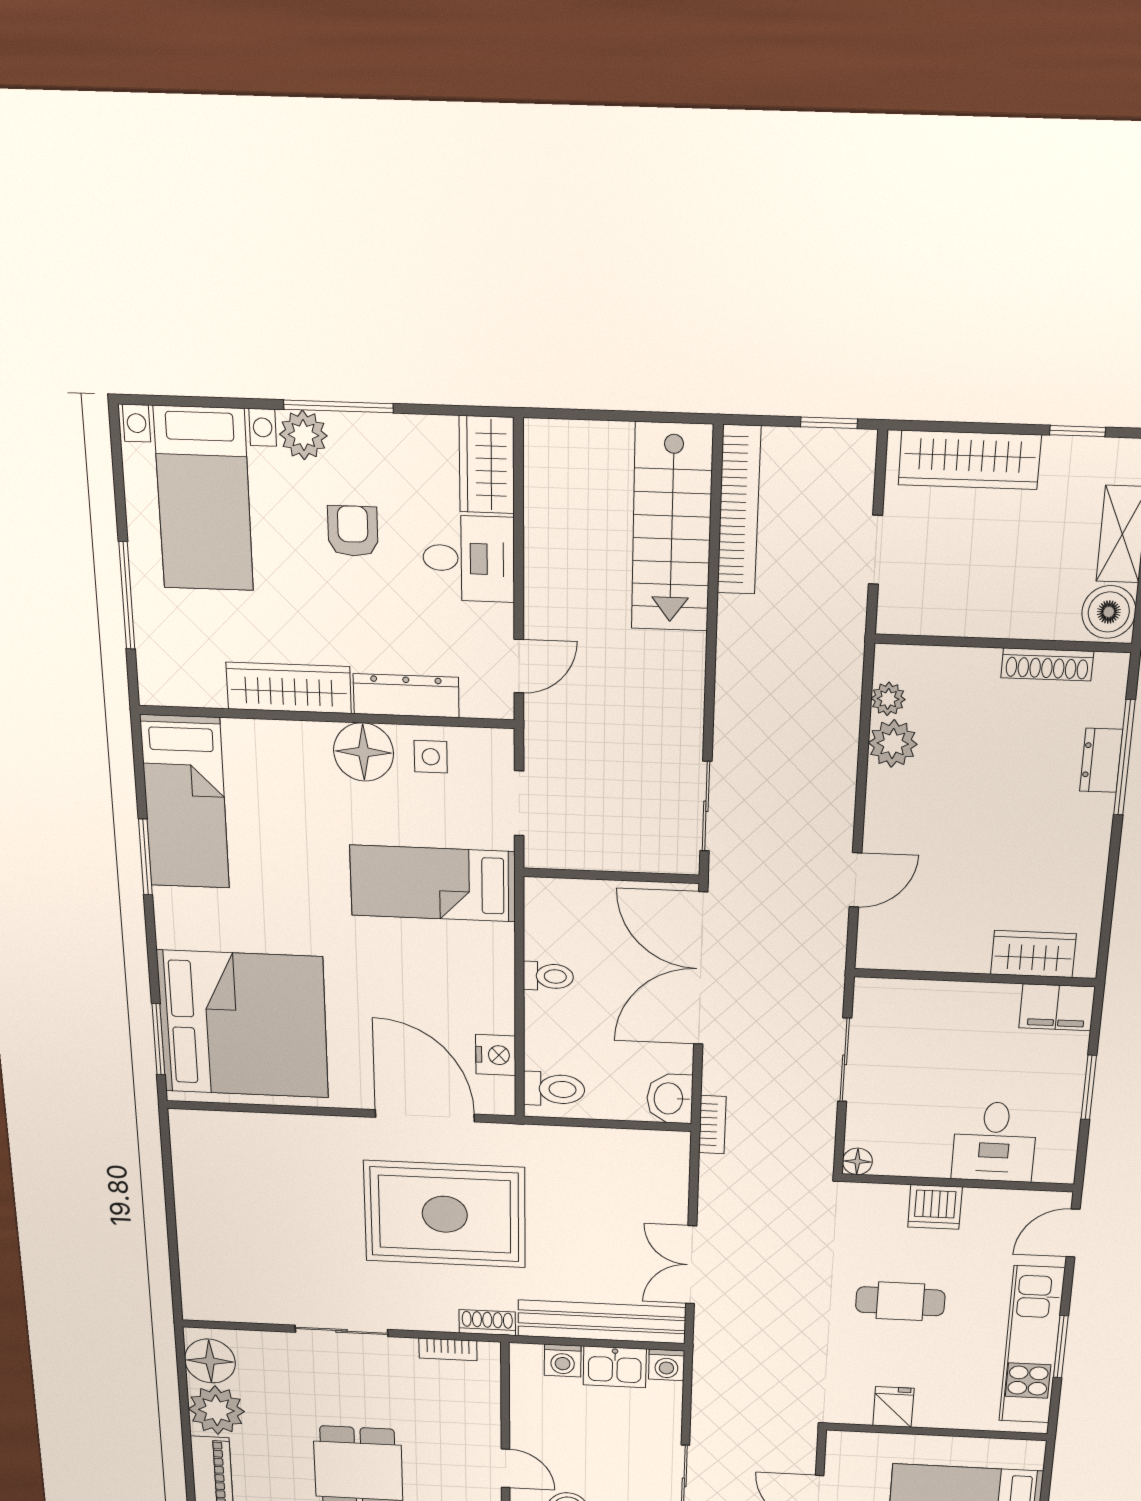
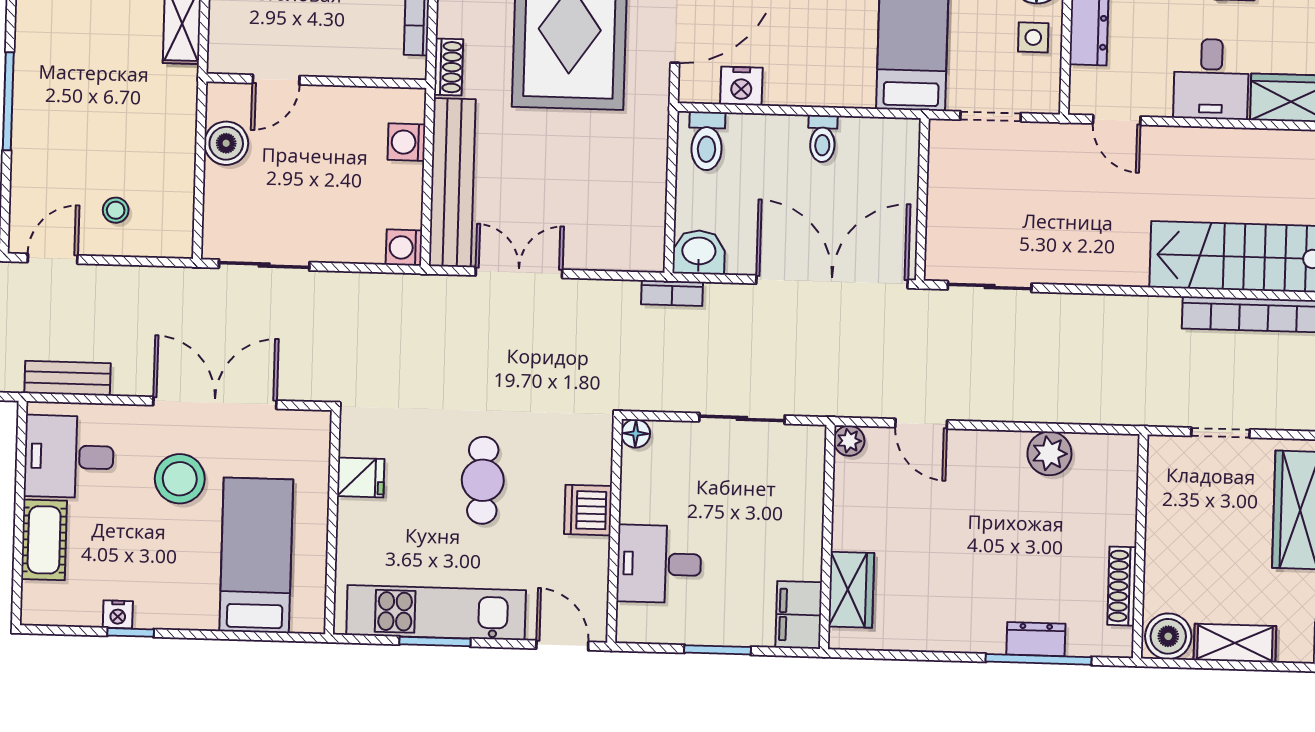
plant: (888, 699) -> (849, 441), moved
kitchen sink: (615, 1367) -> (400, 195), removed

